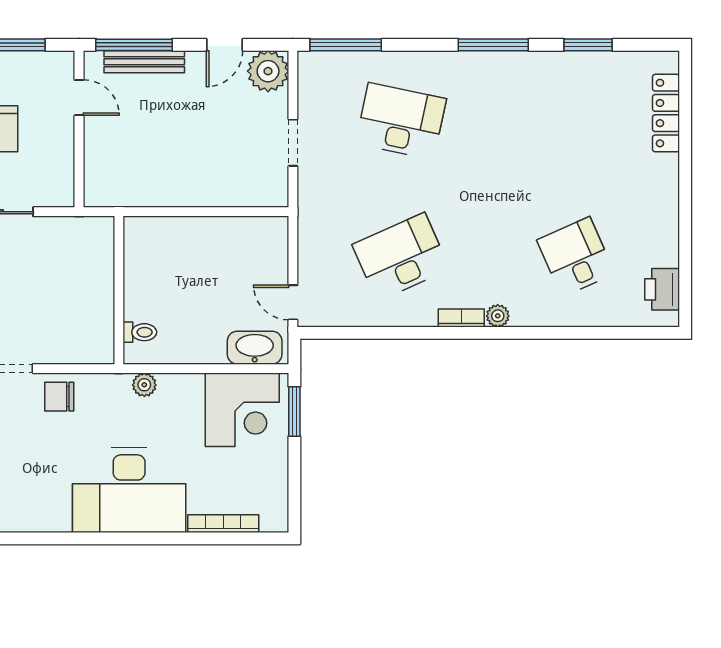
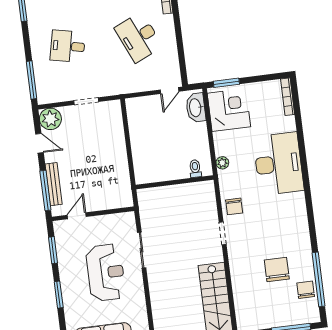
desk: (401, 121) -> (68, 46), width x0.73
bookcase: (223, 524) -> (288, 97), moved

